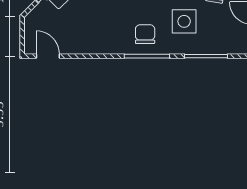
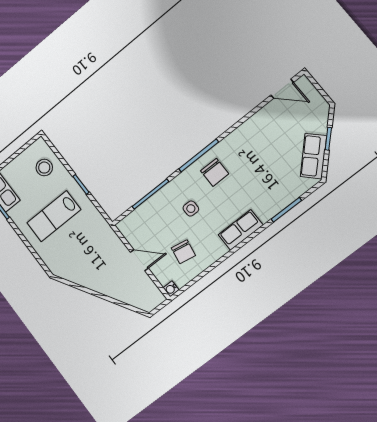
side table: (184, 21) -> (191, 209), width x0.54, depth x0.54

